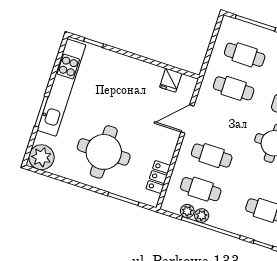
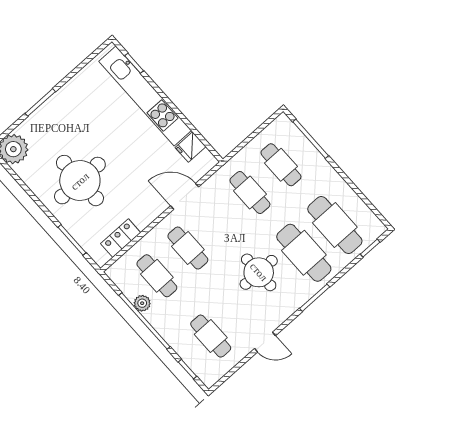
kitchen unit: (61, 88) -> (145, 96), moved, turned 90
plant: (187, 211) -> (130, 290), removed

